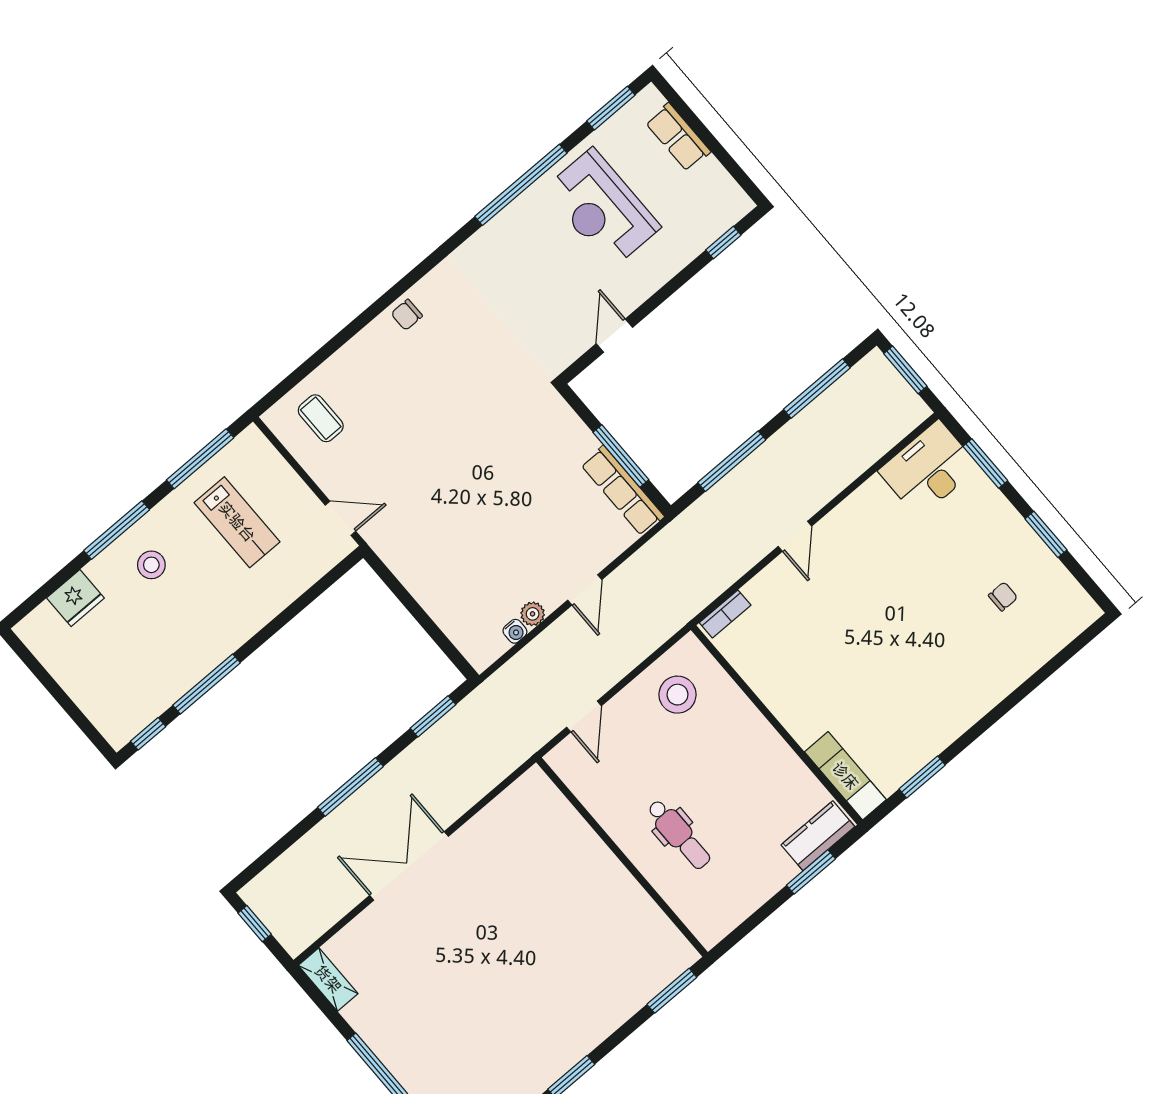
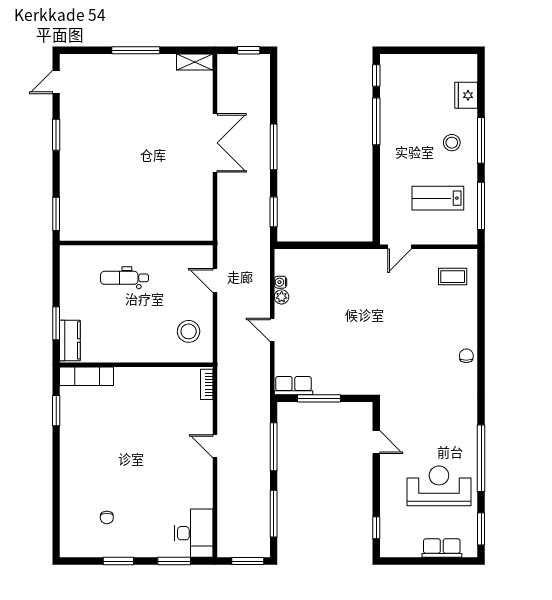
row of seats: (622, 491) -> (293, 386), width x0.68

